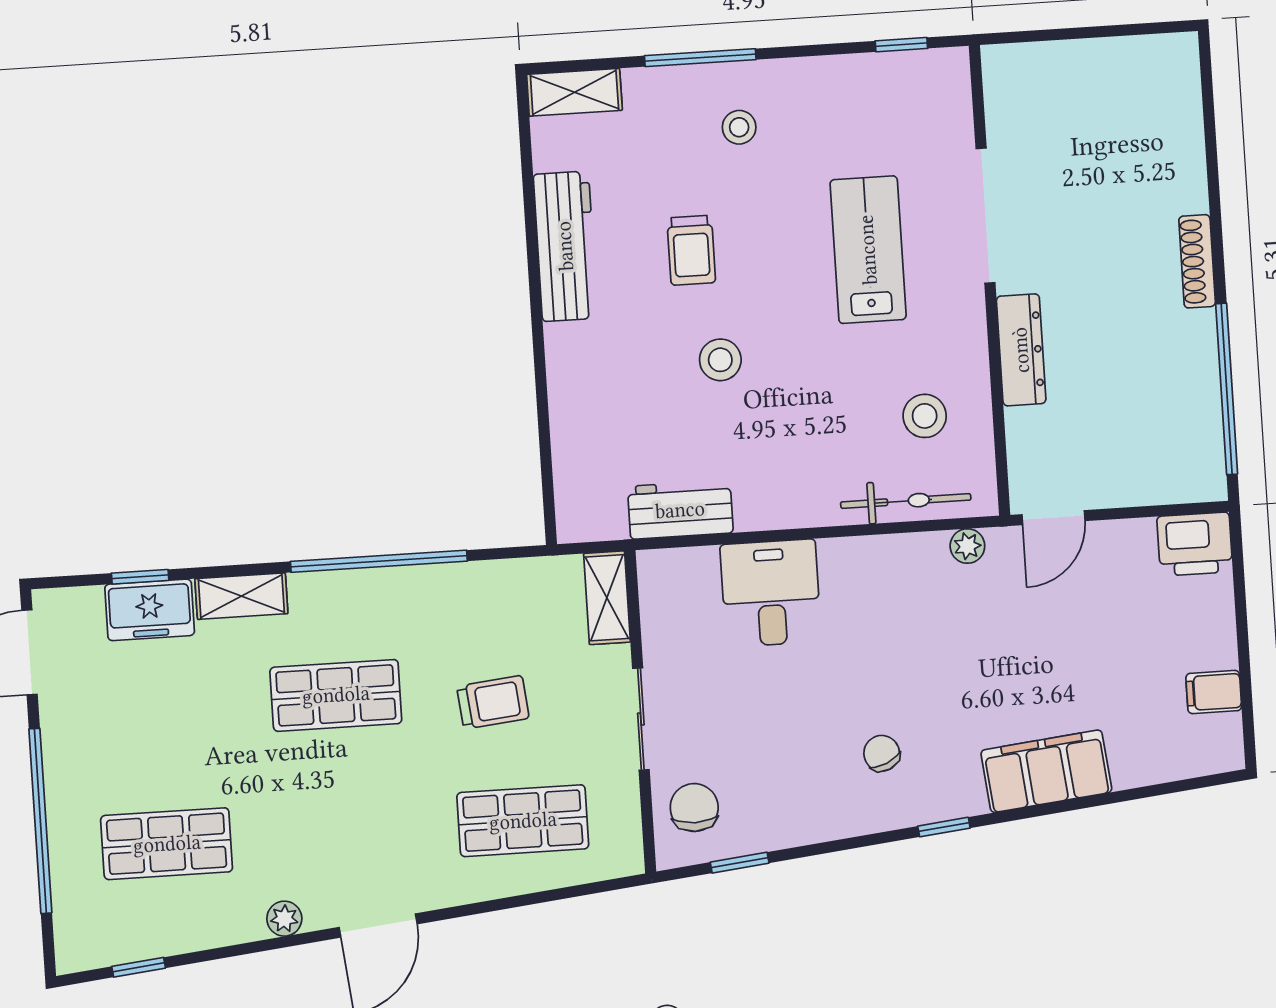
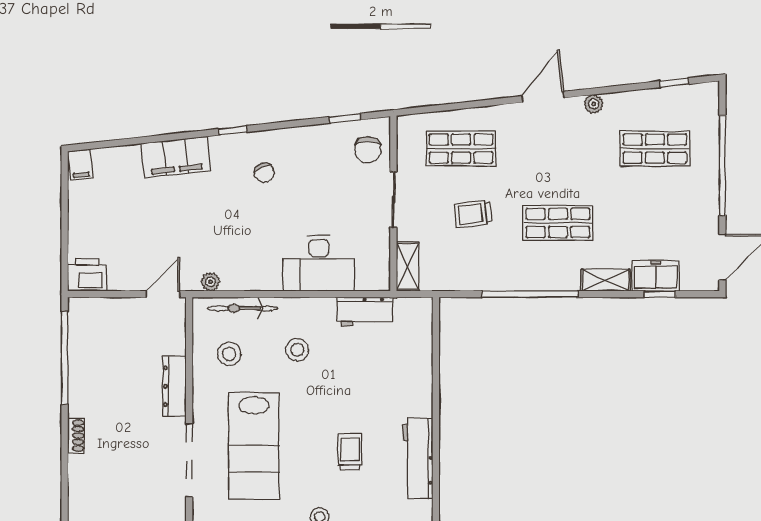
lab bench: (868, 250) -> (254, 446), width x1.36, depth x1.39
shoe rack: (1197, 261) -> (76, 436), width x0.70
stool: (720, 360) -> (297, 350), moved
desk: (771, 593) -> (319, 263), width x1.37
filing cabinet: (1214, 692) -> (80, 165), moved, turned 84

